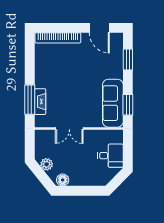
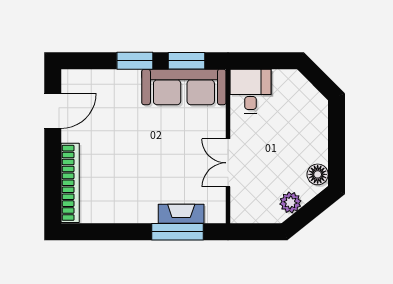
window: (128, 59) -> (135, 61), moved
double door: (69, 129) -> (228, 163), swing flipped
desk: (110, 156) -> (251, 91), moved

